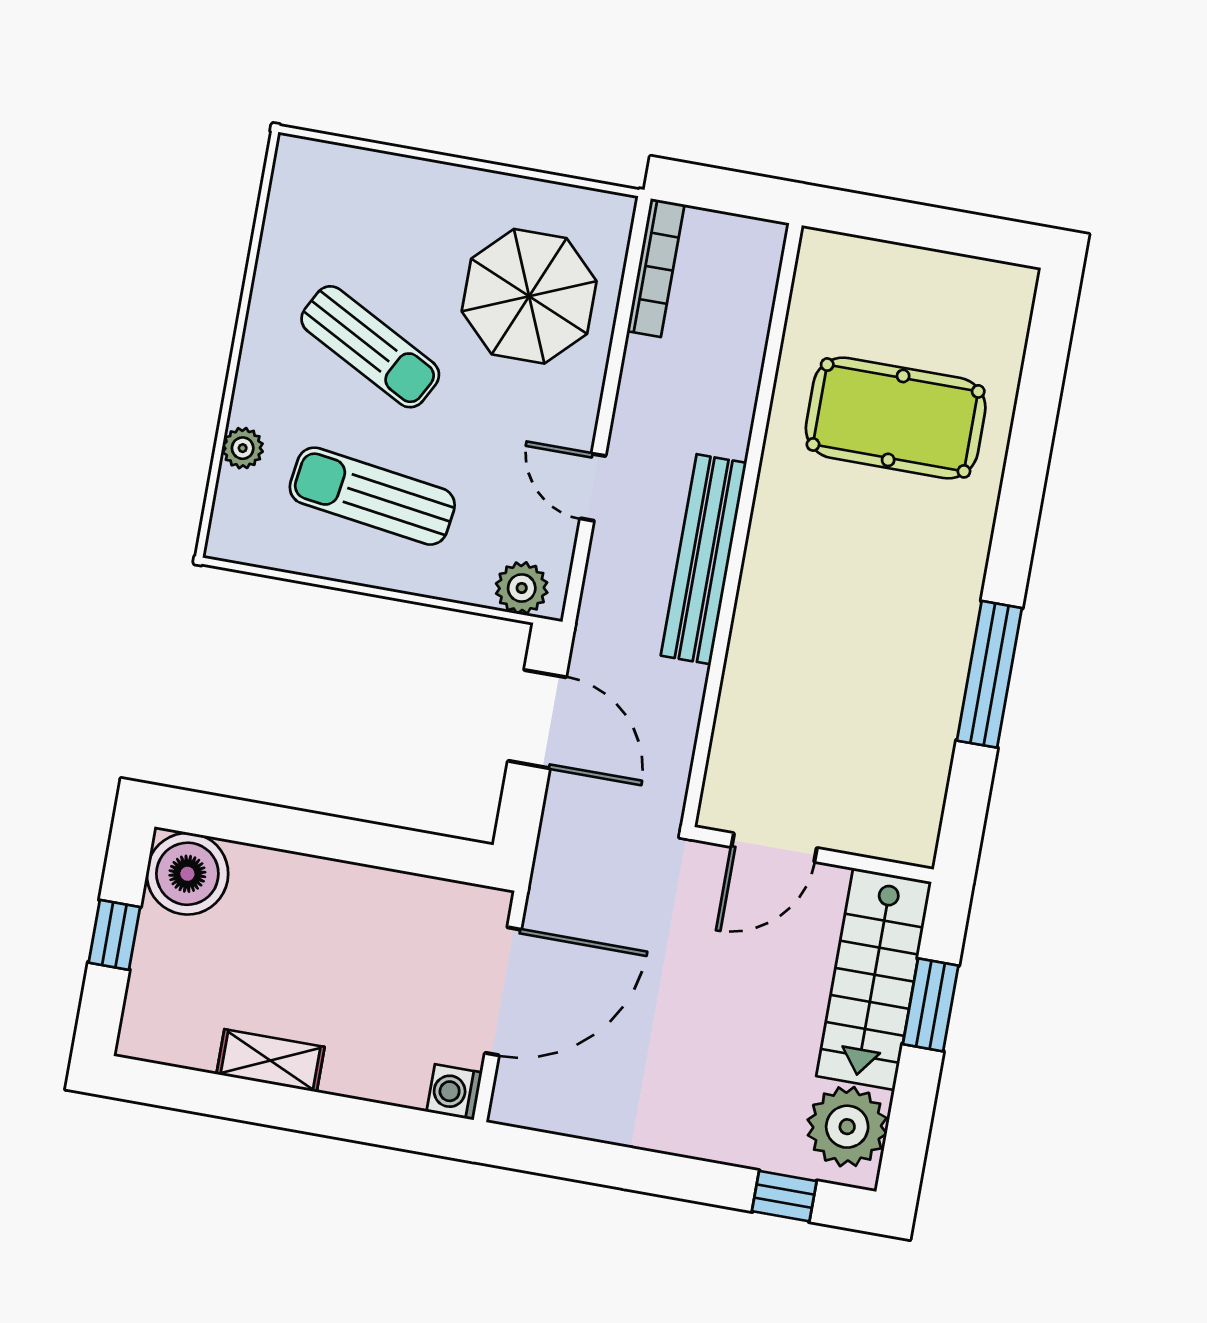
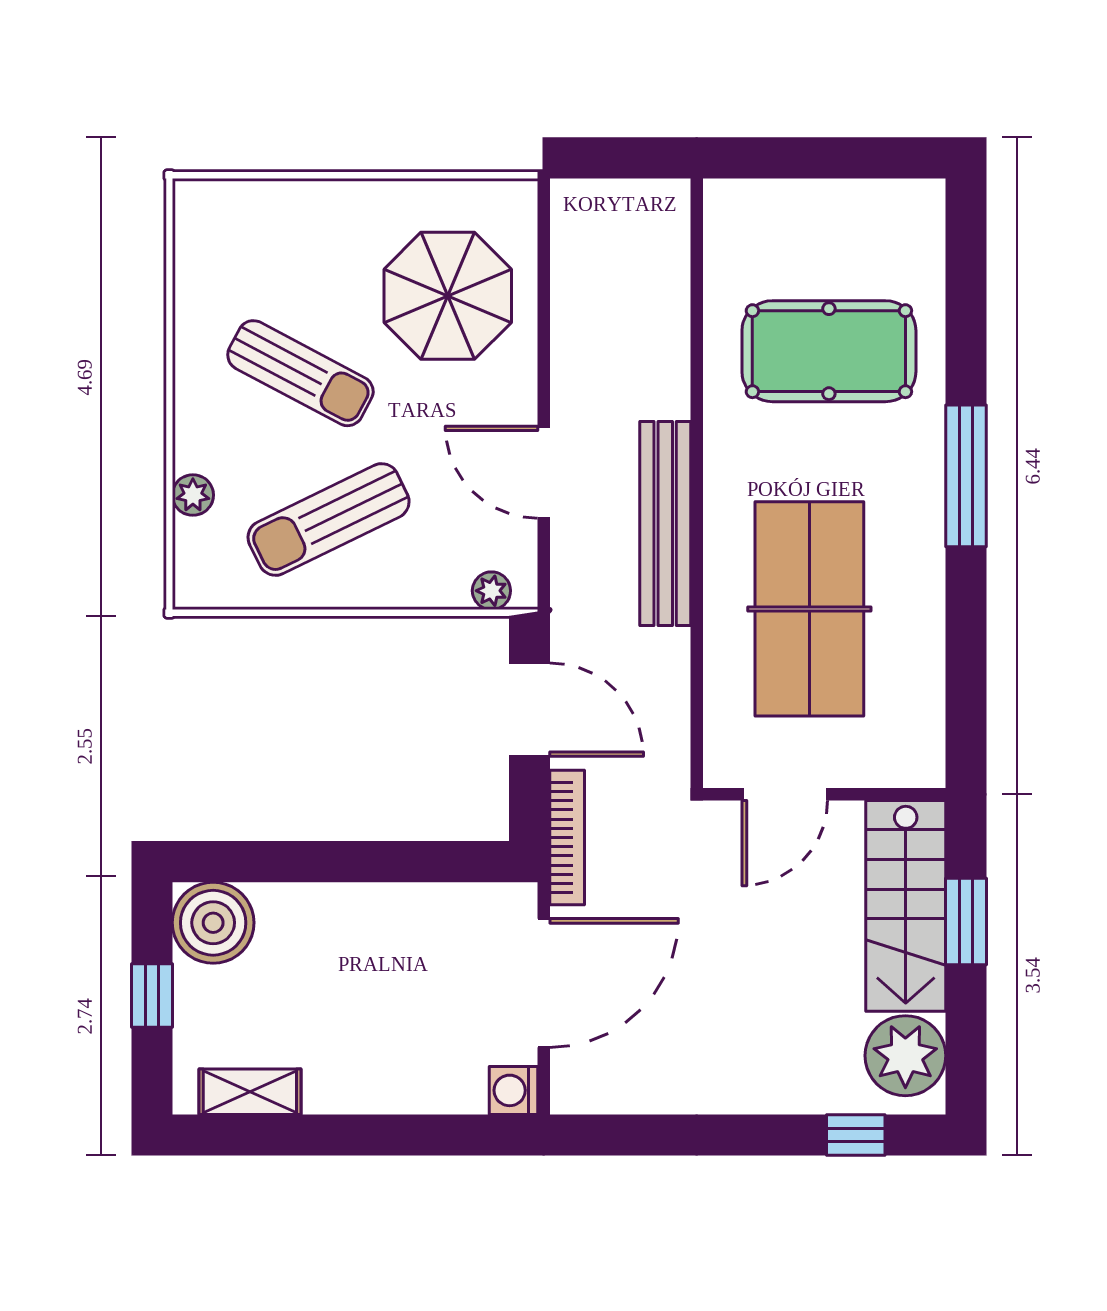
bookcase: (656, 268) -> (567, 838), moved
door: (593, 487) -> (544, 472), width x1.38
sun lounger: (372, 496) -> (329, 519), turned -34
plant: (522, 588) -> (491, 591), width x0.73, depth x0.73
table tennis table: (831, 669) -> (809, 609), added
window: (989, 674) -> (966, 476), moved
shelving: (270, 1061) -> (250, 1092), moved

